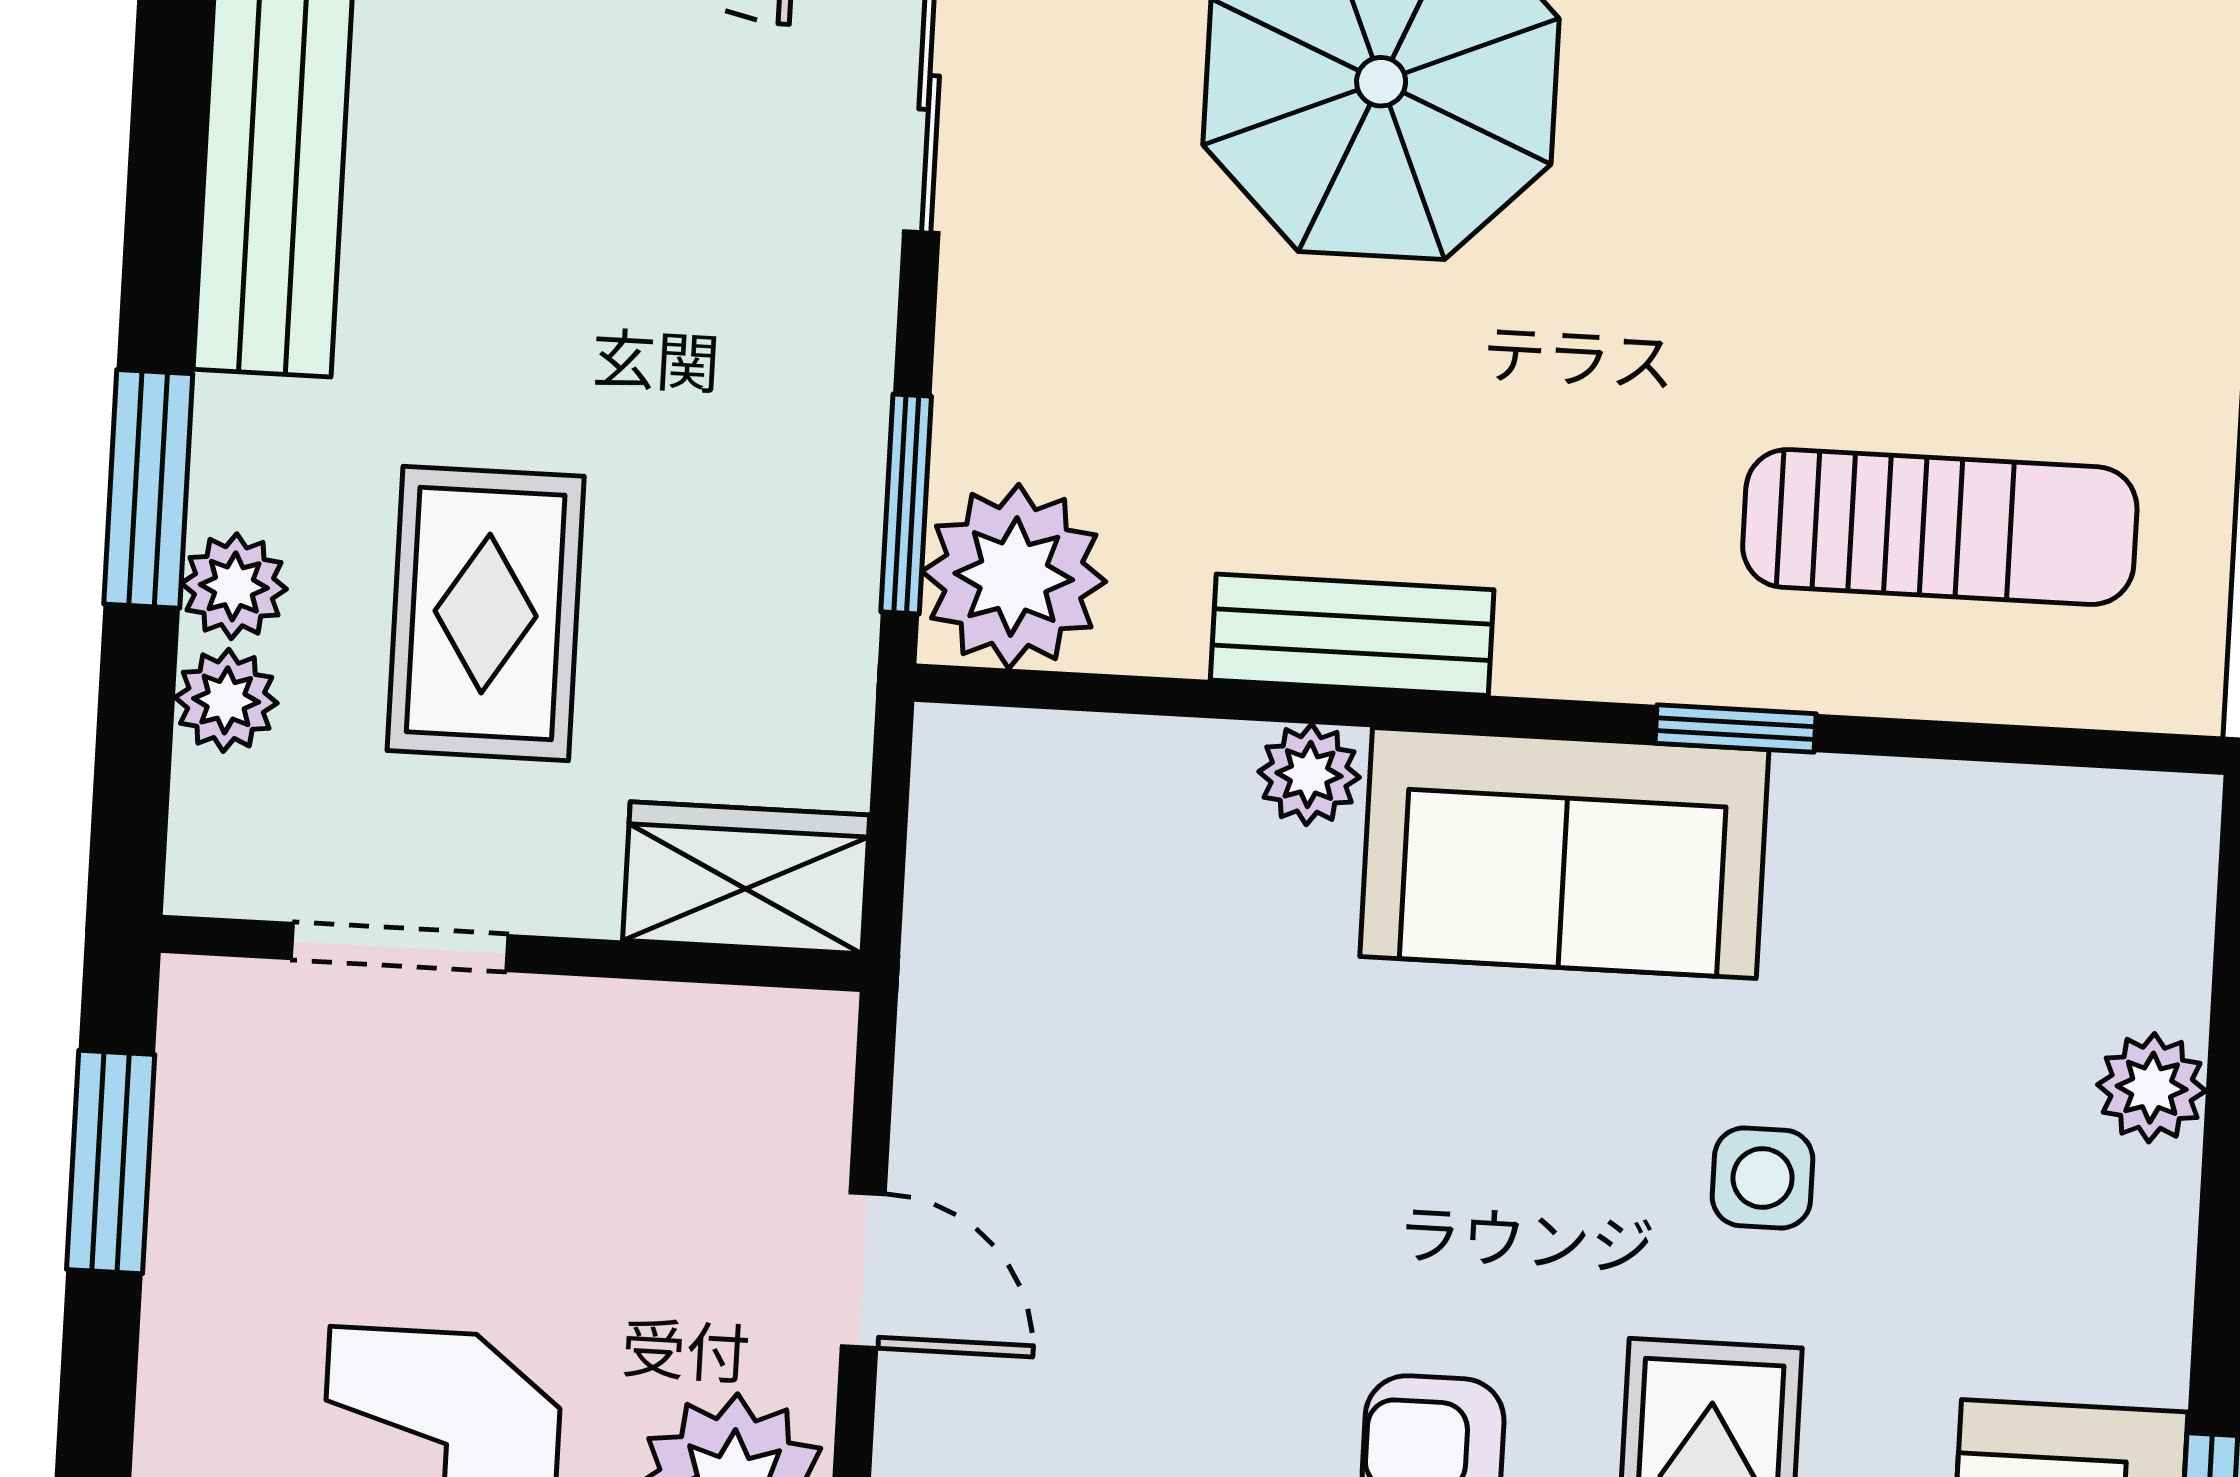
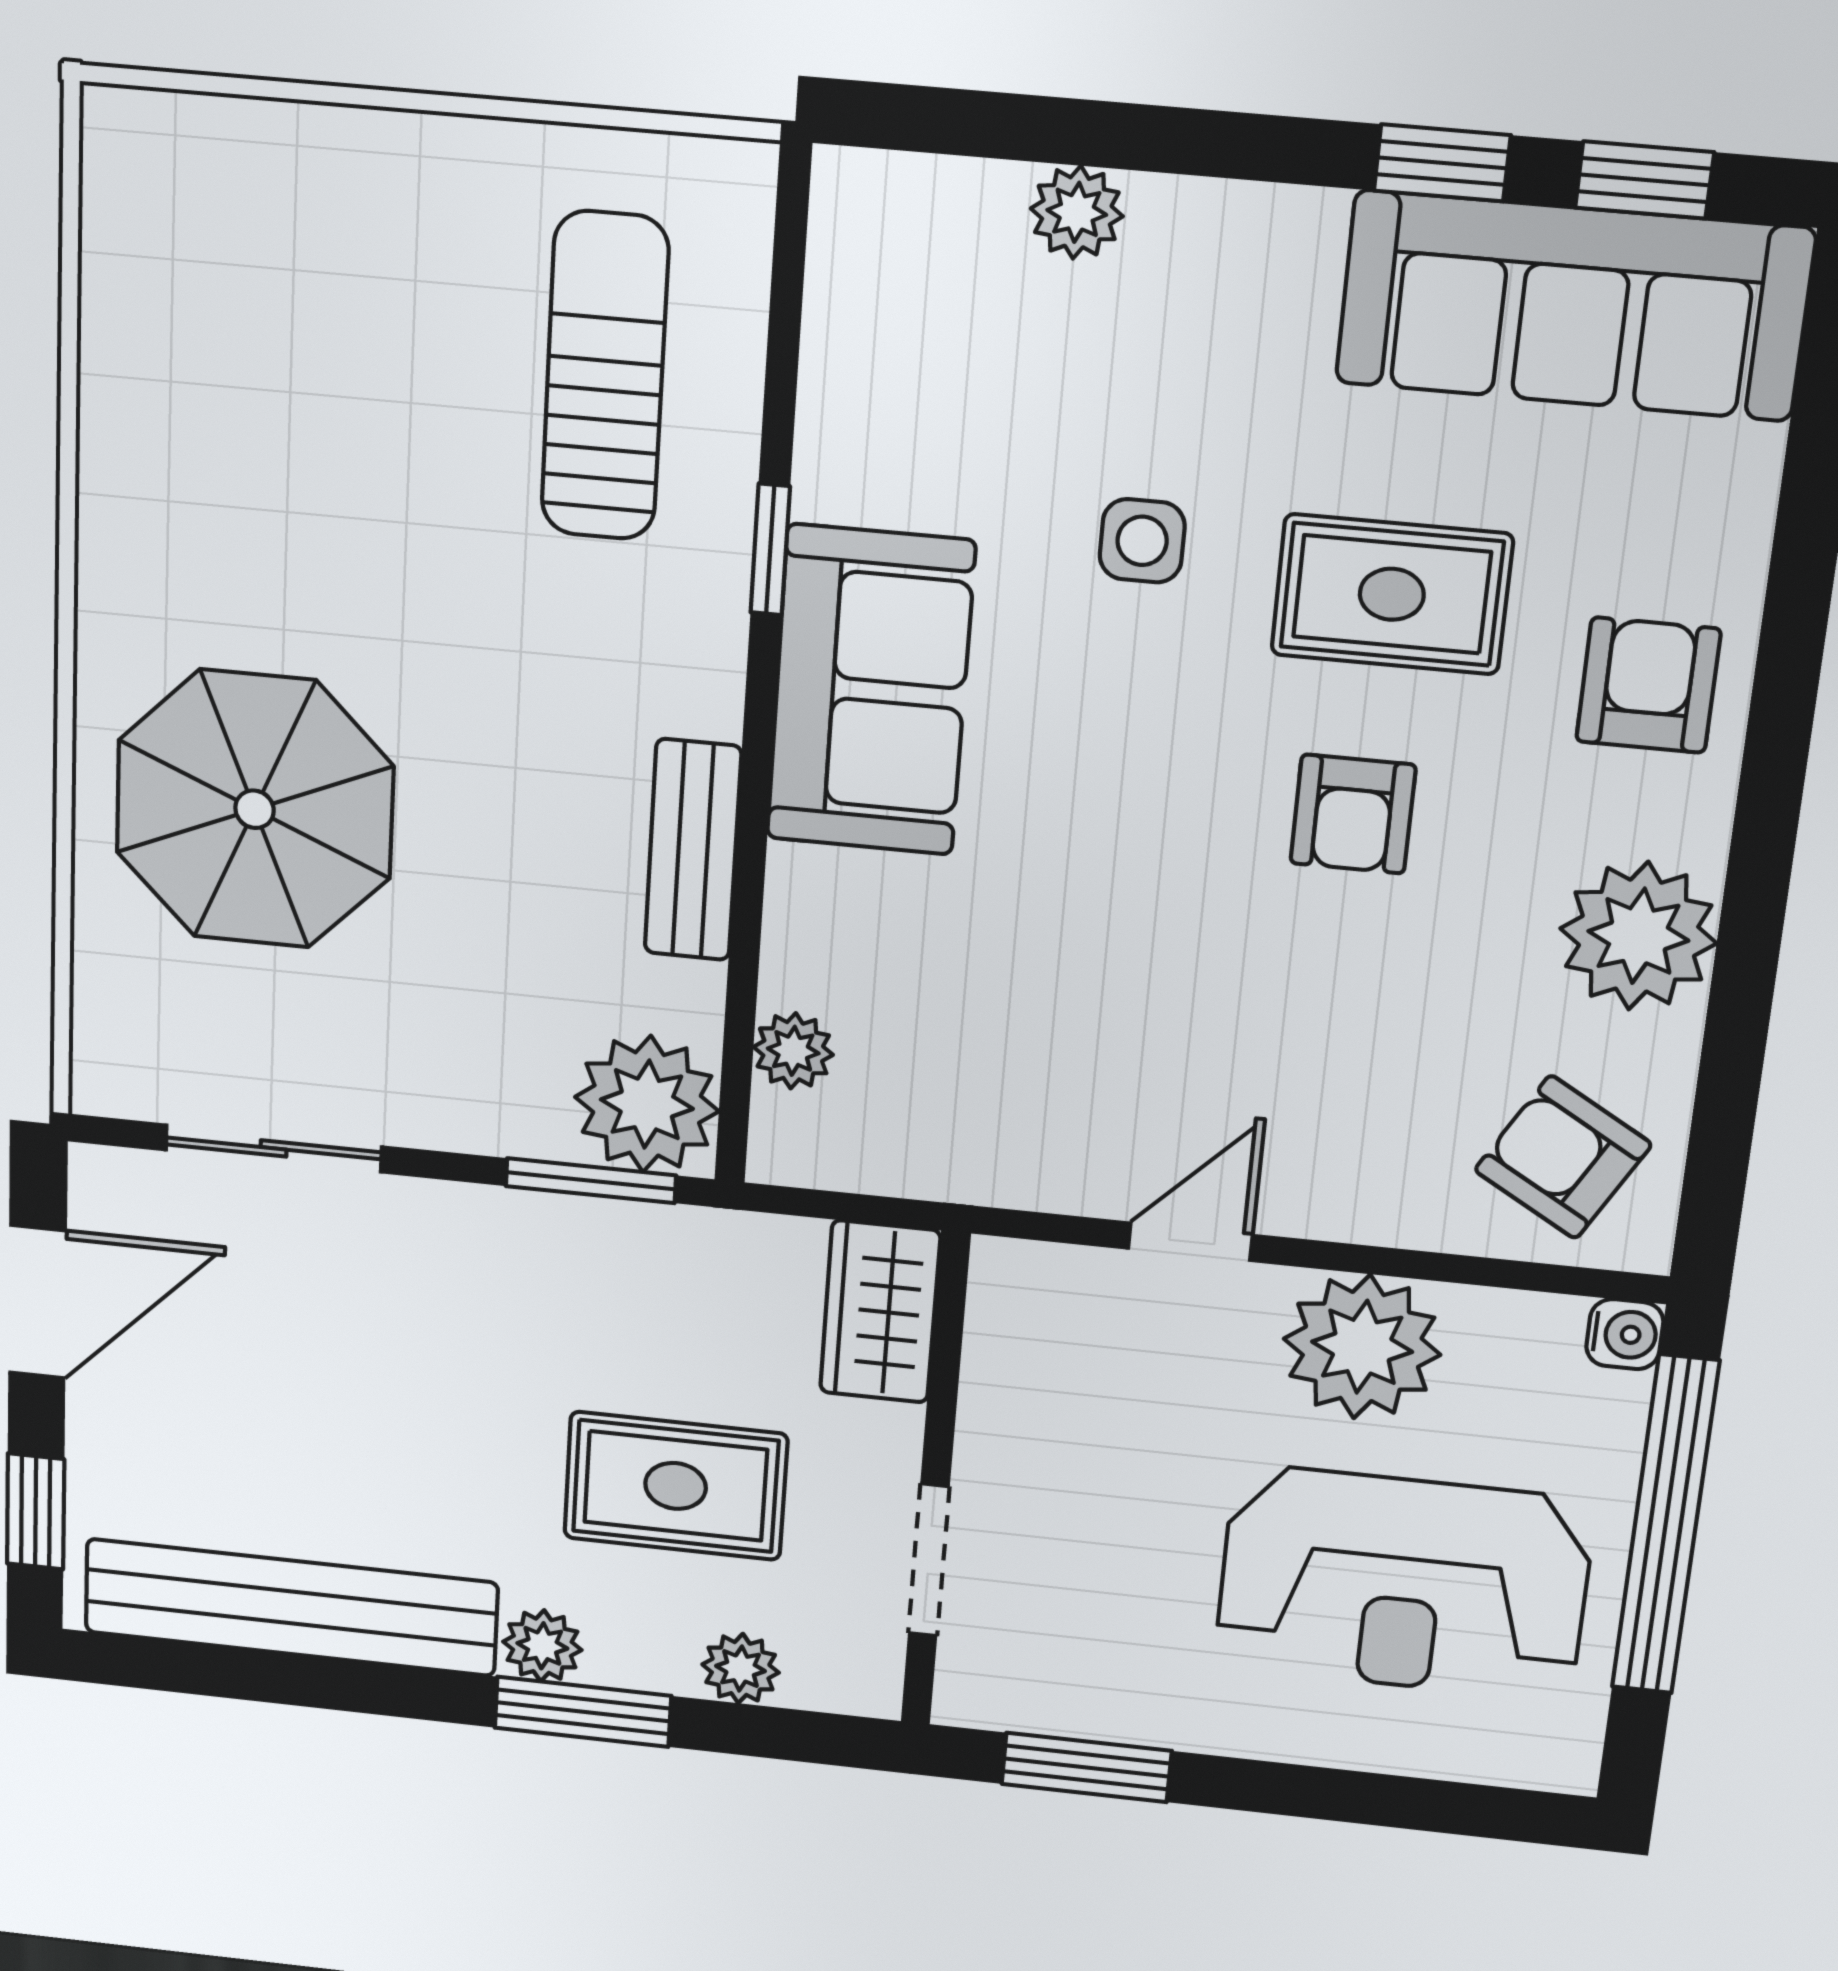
plant: (234, 586) -> (542, 1646), moved
plant: (1309, 774) -> (793, 1051), moved

